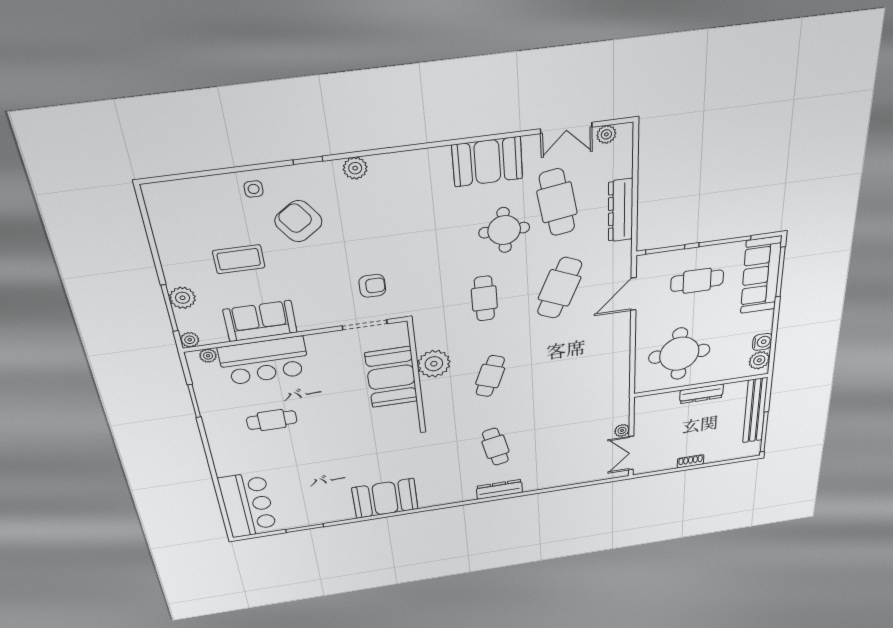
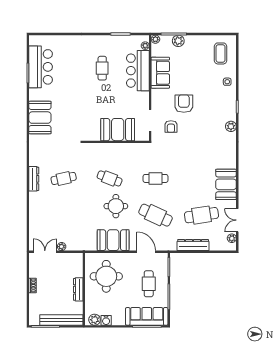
armchair: (298, 221) -> (184, 104), moved, turned -55
round table: (504, 230) -> (116, 206), moved
coffee table: (239, 259) -> (221, 53), moved
booth: (610, 353) -> (113, 240), added
plant: (434, 364) -> (122, 151), removed
bar counter: (248, 505) -> (41, 67), moved, turned -90

